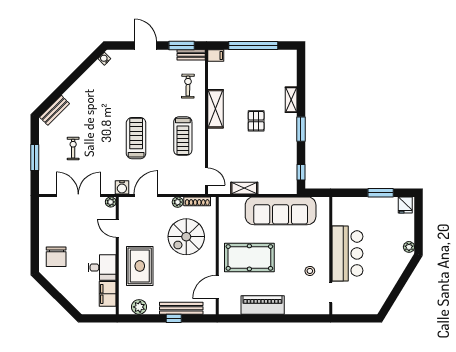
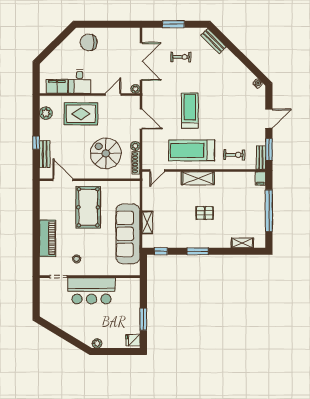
shelving: (291, 100) -> (242, 243), moved
shelving: (215, 109) -> (198, 178), moved
treadmill: (183, 136) -> (192, 150), width x1.37, depth x1.38
treadmill: (136, 138) -> (190, 111), turned -90
water cooler: (122, 187) -> (148, 99), removed
shelving: (244, 188) -> (147, 222), moved
piano: (263, 305) -> (48, 238), moved
bench: (181, 308) -> (45, 154), width x0.73

